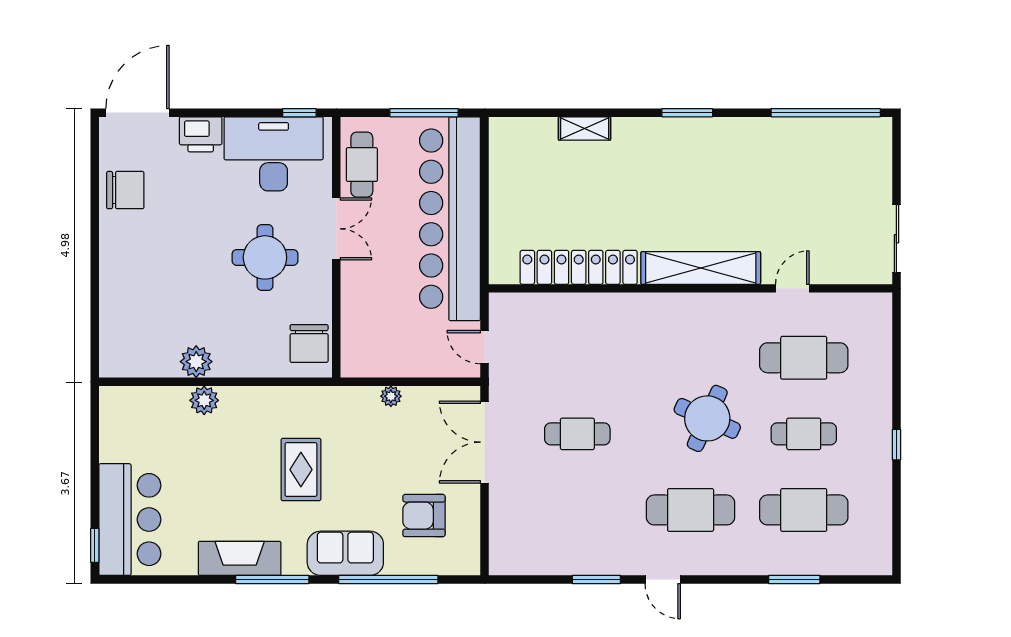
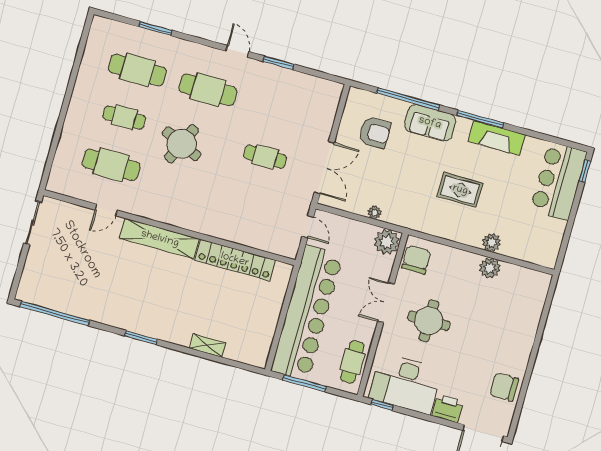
double door: (336, 229) -> (386, 303), moved
plant: (360, 358) -> (387, 242), added
window: (896, 445) -> (68, 95), removed
rug: (301, 470) -> (460, 190), moved, turned 90

